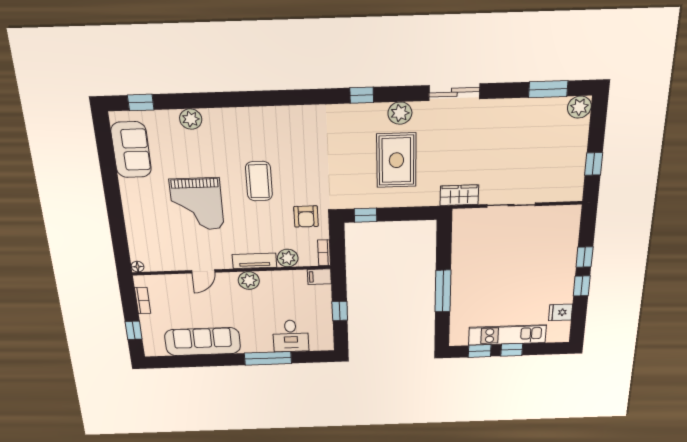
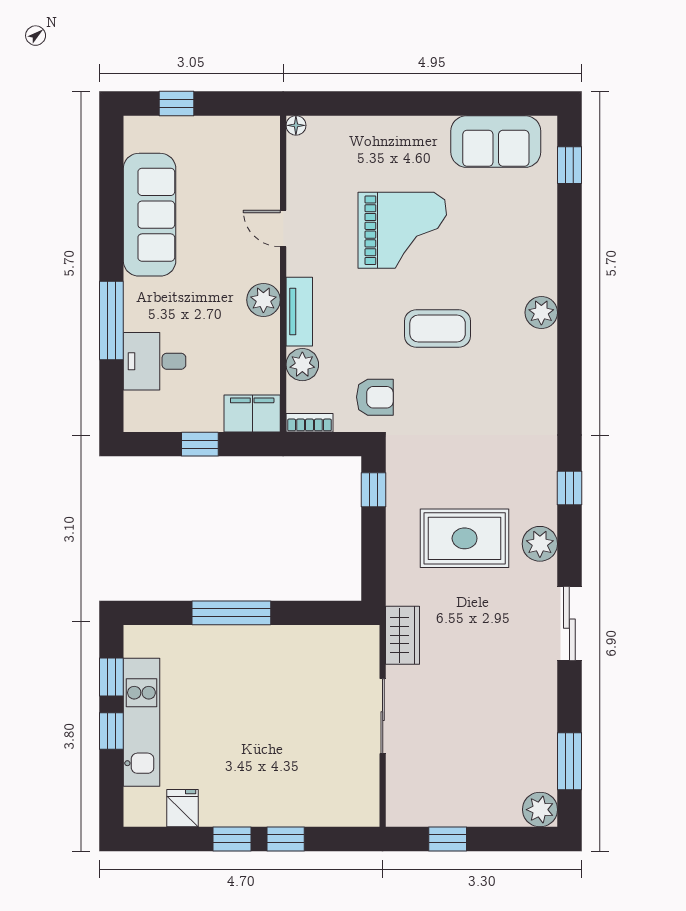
plant: (191, 119) -> (541, 313), moved
grand piano: (197, 204) -> (402, 230), turned 180
armchair: (306, 216) -> (375, 397), turned 180
filing cabinet: (319, 277) -> (252, 413), width x2.00
bookcase: (143, 301) -> (233, 126), removed

